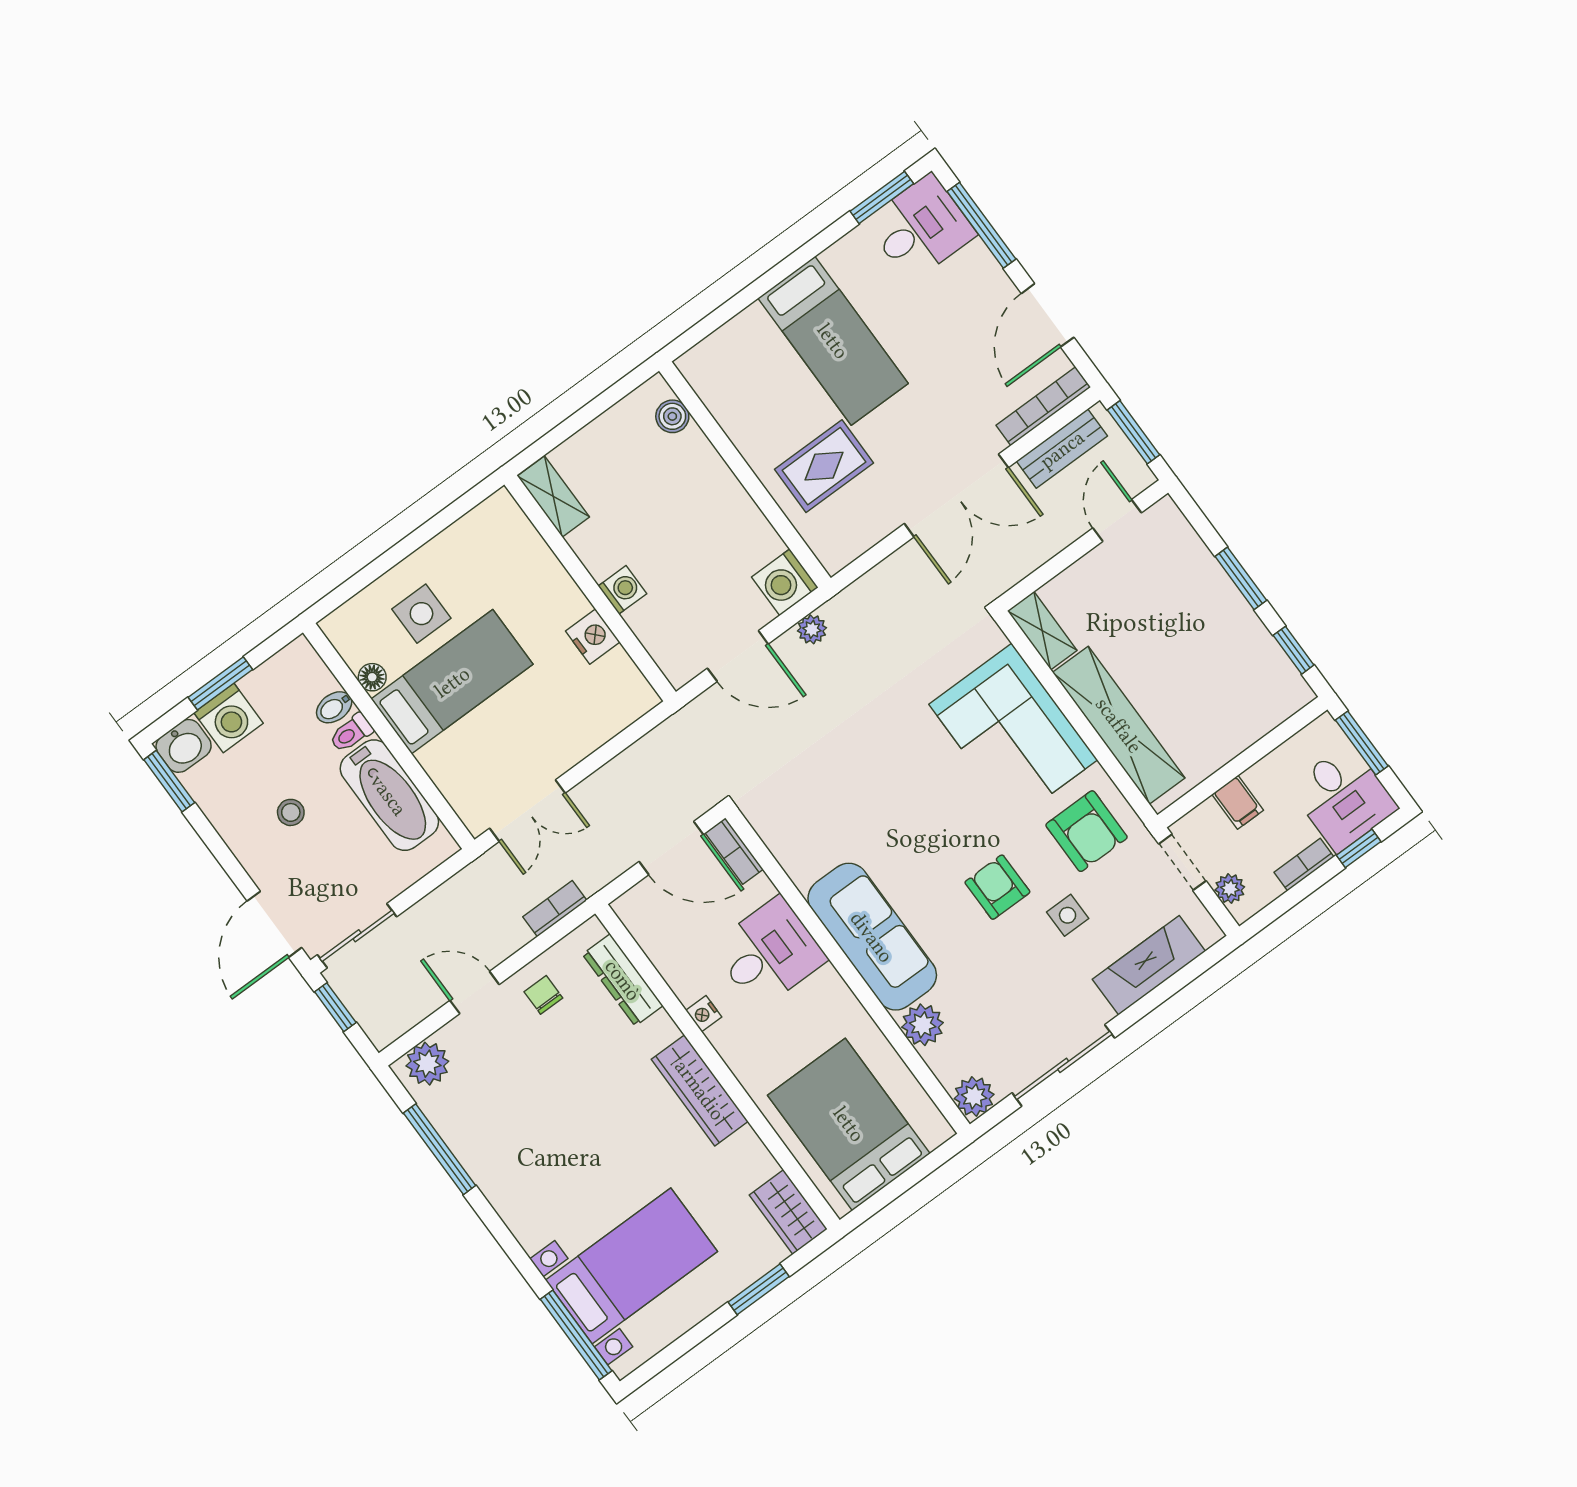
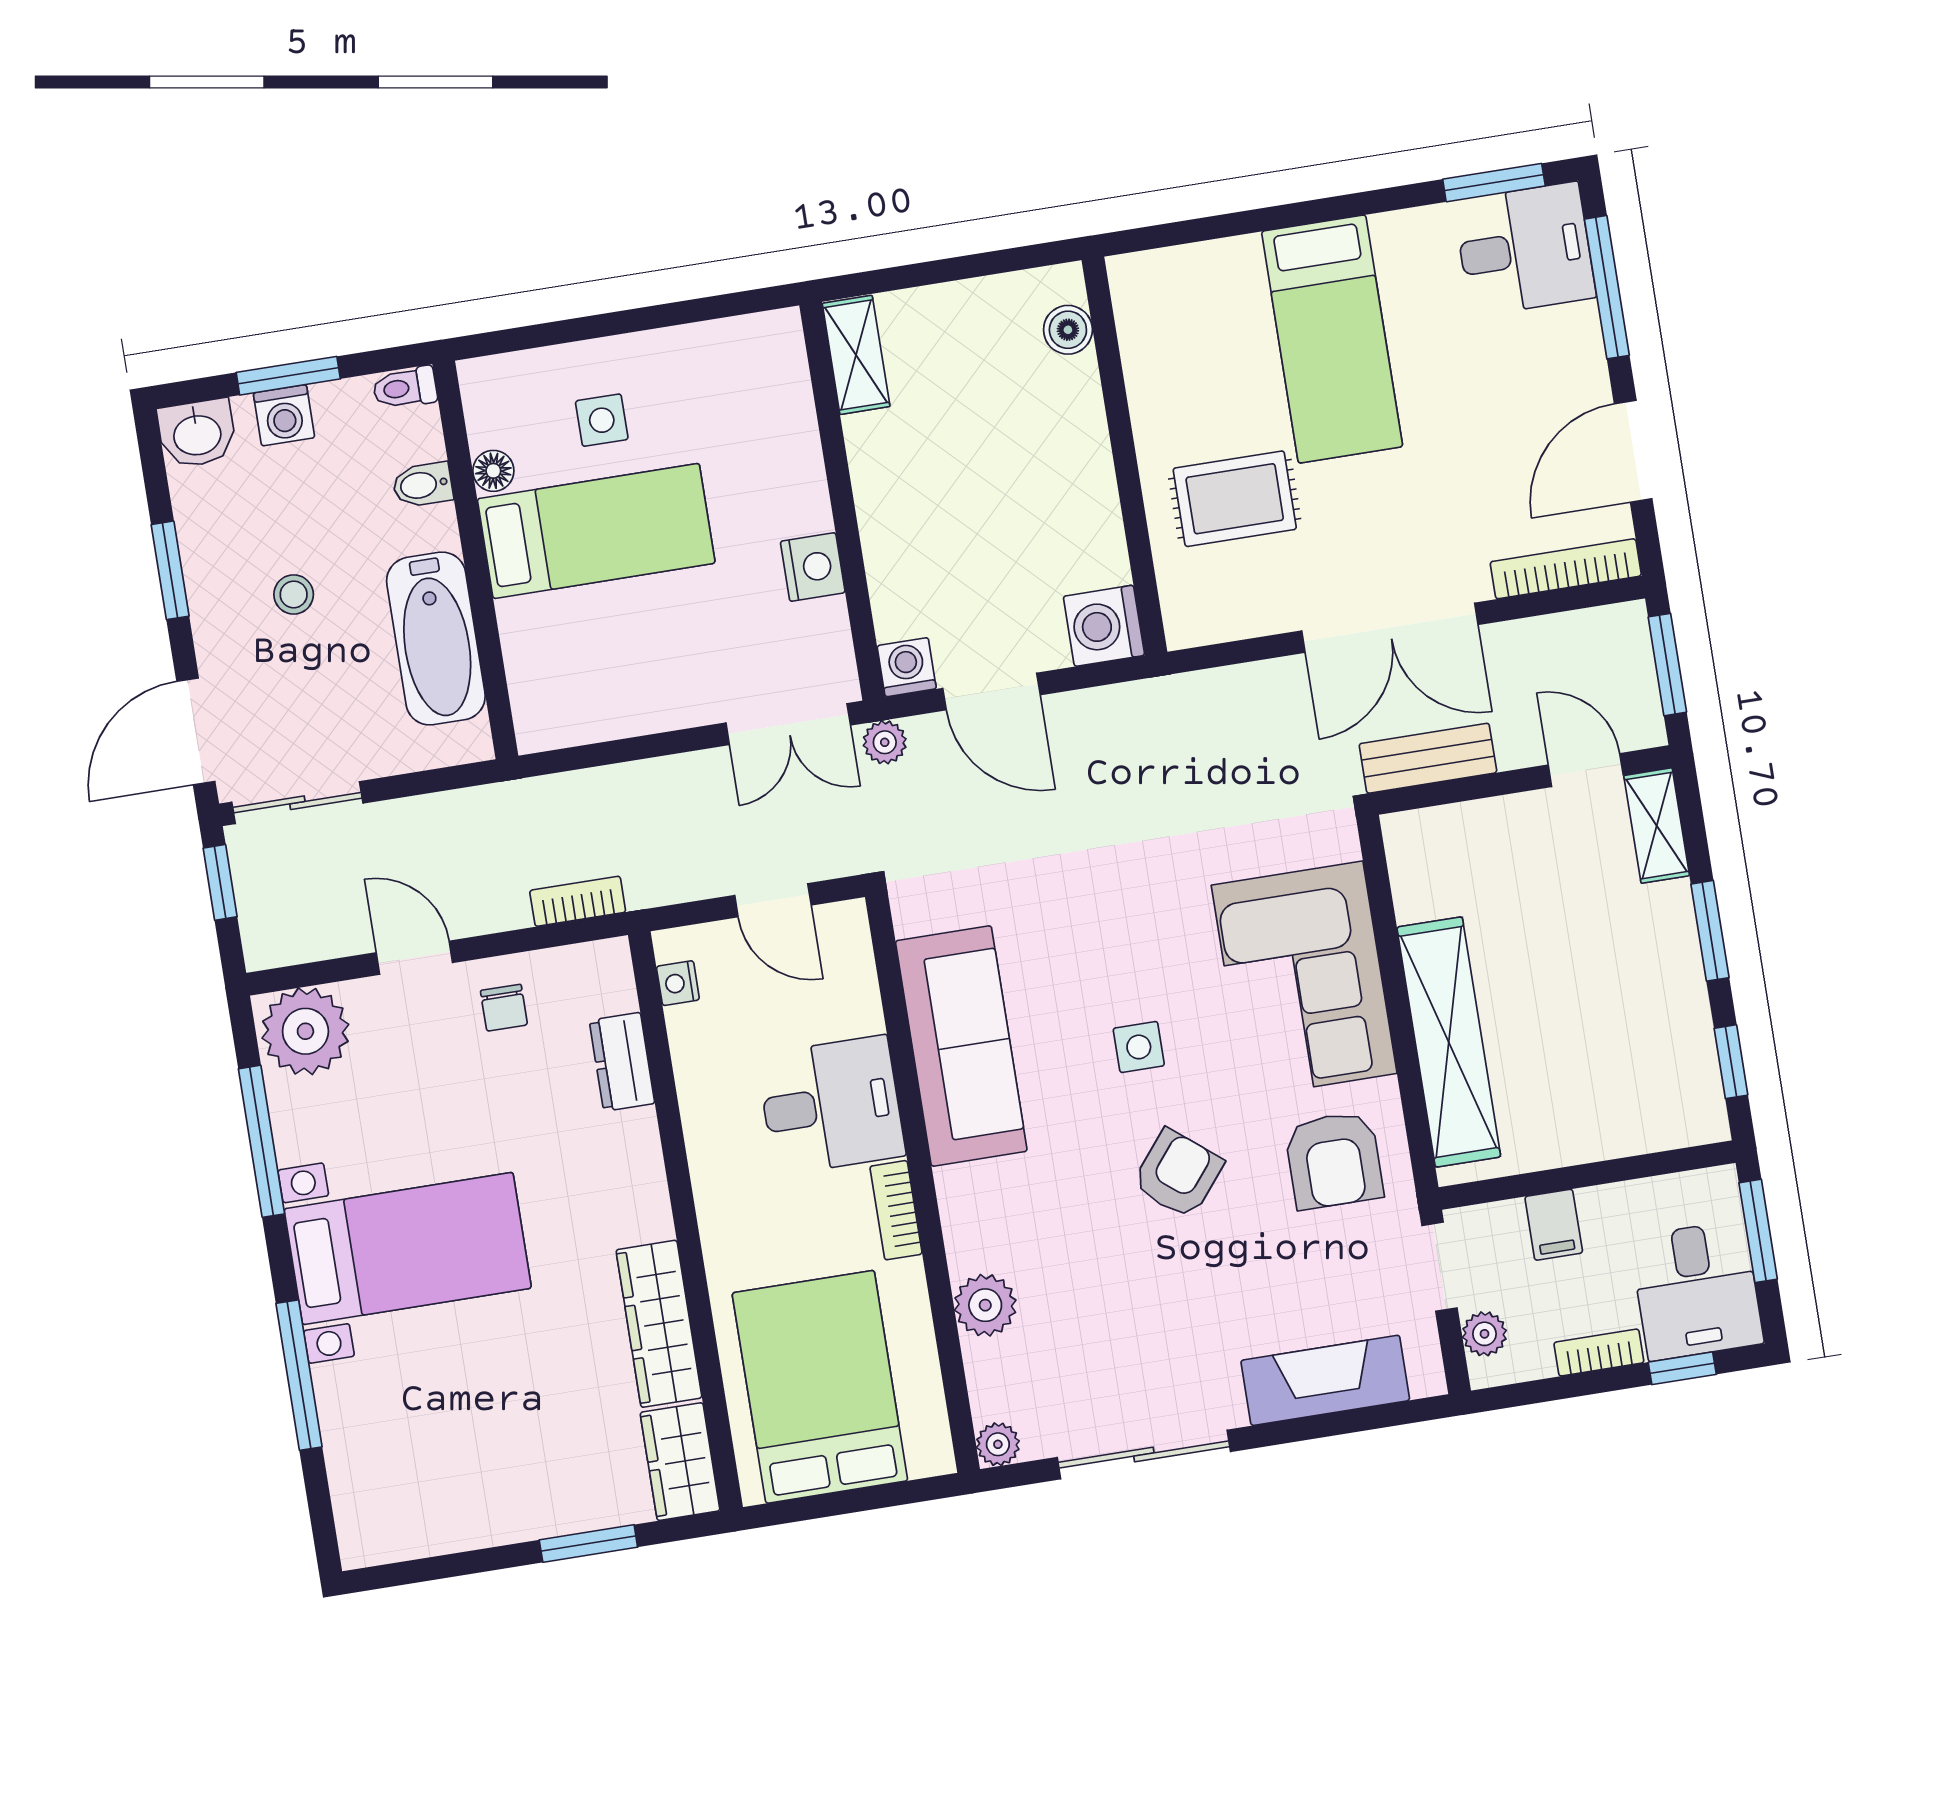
bench: (1062, 449) -> (1428, 758), moved
door: (1117, 520) -> (1586, 770), hinge flipped
washing machine: (622, 590) -> (907, 667), moved, turned -90
side table: (421, 614) -> (602, 420), width x0.73, depth x0.73
plant: (812, 629) -> (885, 742), moved
shelving: (1042, 631) -> (1657, 826), moved
washing machine: (229, 718) -> (284, 415), width x0.73, depth x0.73
toilet: (351, 733) -> (405, 388), moved
window: (169, 781) -> (170, 570), moved
double door: (527, 811) -> (788, 724), moved
door: (671, 848) -> (773, 900), width x0.73
bookcase: (734, 851) -> (896, 1210), moved
armchair: (997, 887) -> (1178, 1174), turned 39
side table: (1068, 915) -> (1139, 1047), moved
sofa: (872, 937) -> (961, 1046), moved
dresser: (623, 980) -> (622, 1062), width x0.70
chair: (543, 995) -> (504, 1008), turned 180
nightstand: (704, 1014) -> (678, 983), moved
plant: (427, 1064) -> (305, 1031), width x1.36, depth x1.36
wardrobe: (700, 1090) -> (659, 1324), moved
plant: (974, 1096) -> (998, 1444), width x0.73, depth x0.73
bed with nightstands: (631, 1266) -> (408, 1248), moved
window: (576, 1335) -> (299, 1375), moved

